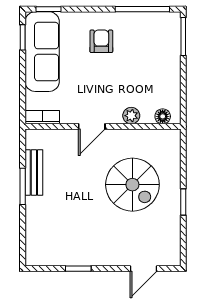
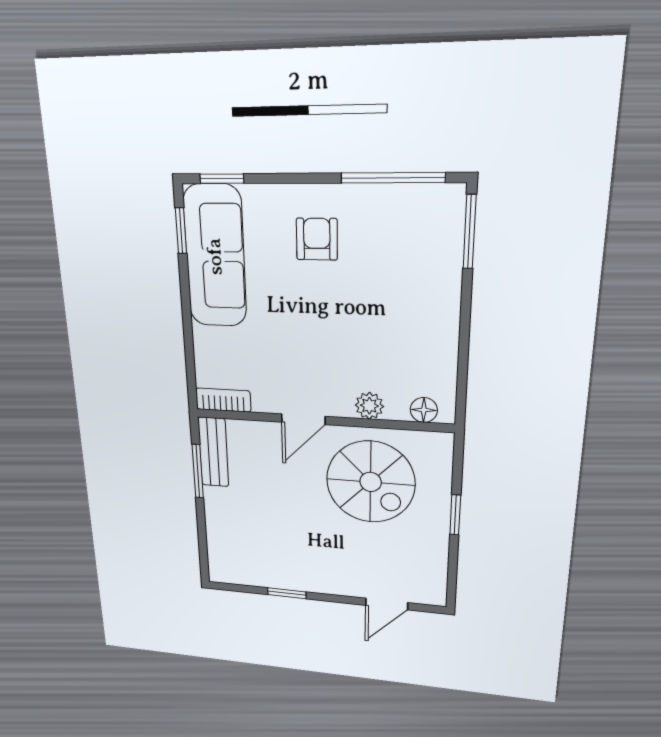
plant: (131, 116) -> (369, 406), moved
floor lamp: (163, 116) -> (424, 410), moved
bookcase: (42, 117) -> (223, 400), moved
door: (92, 126) -> (303, 419), moved
wall: (103, 126) -> (322, 420), moved

